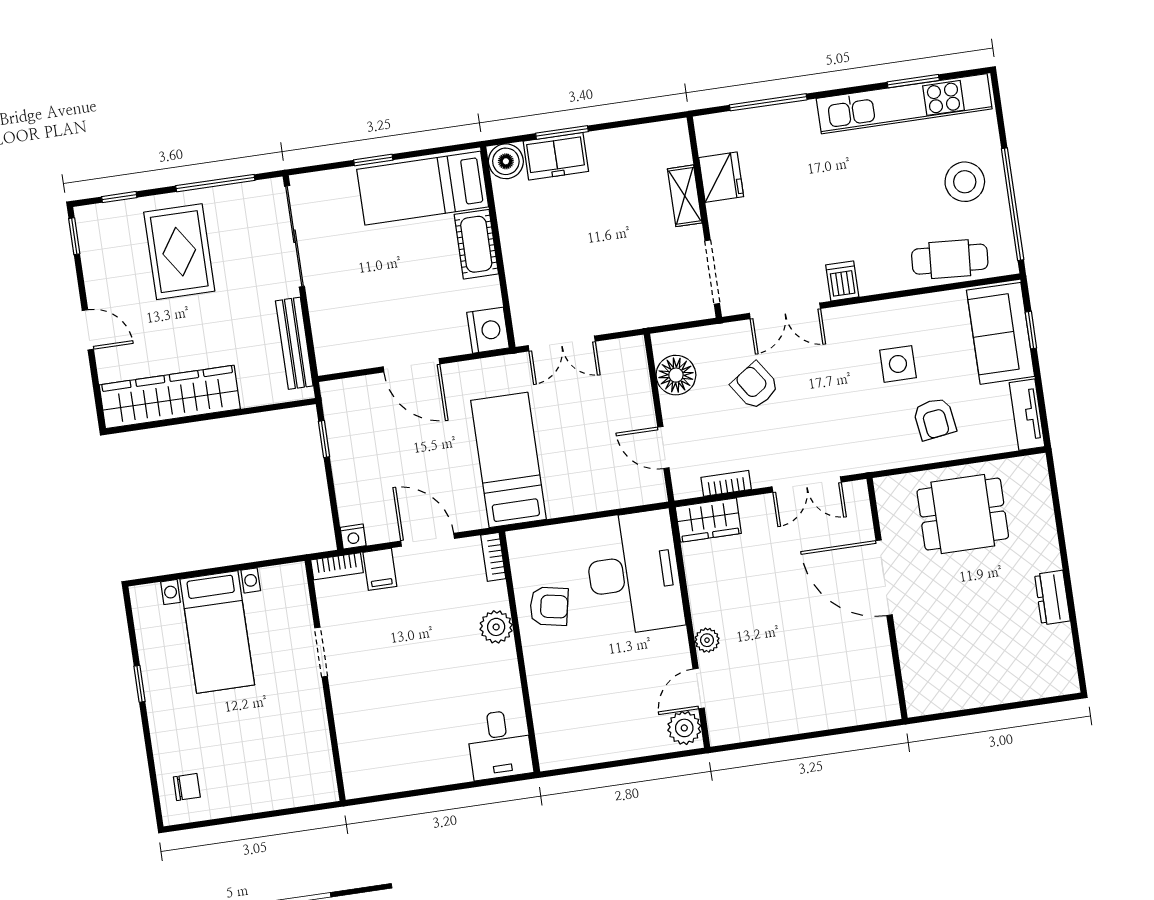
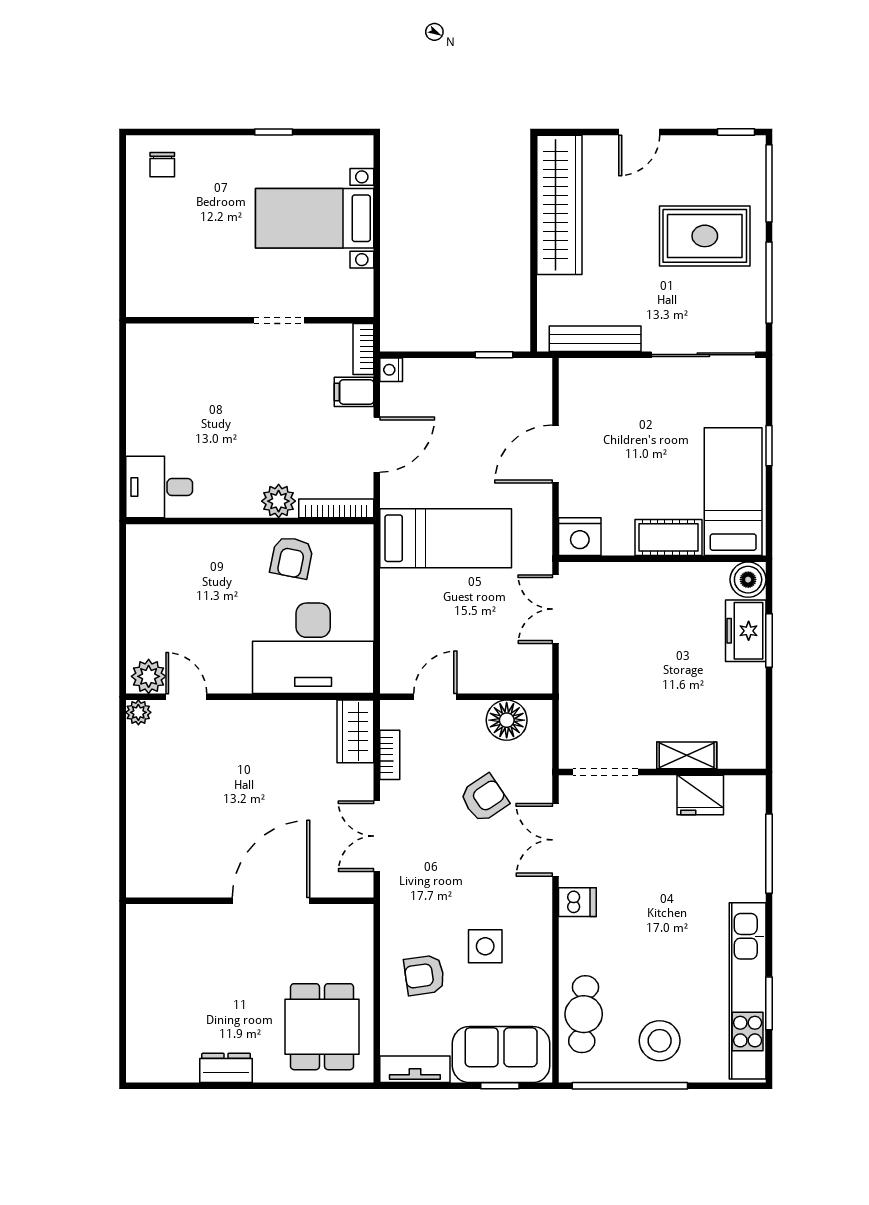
window: (119, 197) -> (769, 183), width x2.17
dining table: (963, 514) -> (322, 1027), moved
bookcase: (493, 557) -> (336, 508), width x1.56
plant: (707, 640) -> (138, 712), moved

